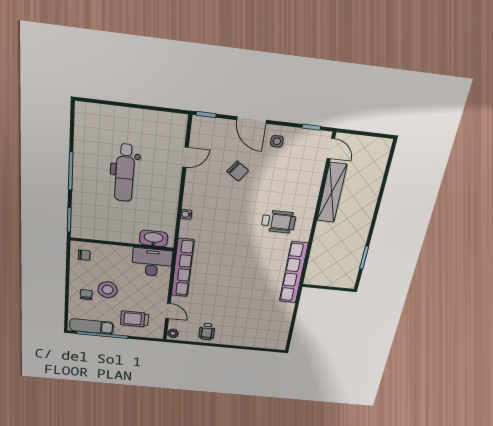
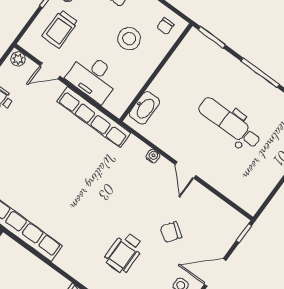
door: (186, 157) -> (185, 170), moved
wheelchair: (278, 222) -> (124, 253), moved
desk: (152, 262) -> (93, 77), moved, turned 90
stool: (108, 290) -> (129, 39), moved
trolley: (135, 319) -> (60, 29), turned 180

